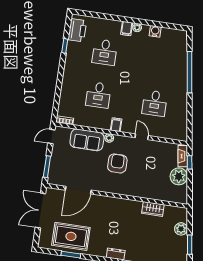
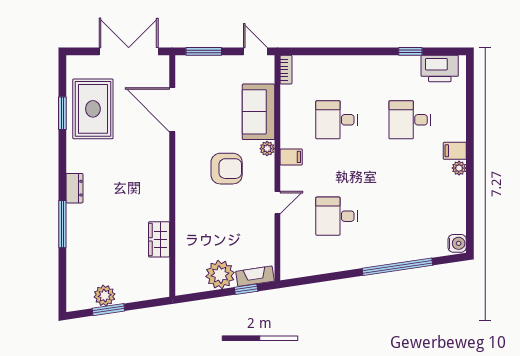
water cooler: (155, 31) -> (457, 243), moved
plant: (181, 229) -> (105, 296), moved

